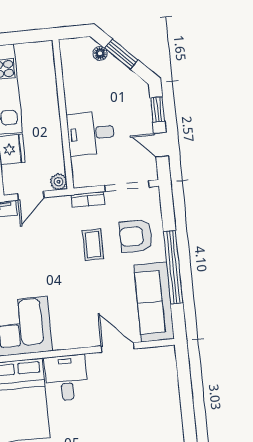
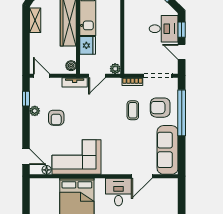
desk: (91, 133) -> (164, 29), moved, turned 180
window: (173, 267) -> (182, 113), moved
door: (118, 347) -> (142, 176), swing flipped
desk: (66, 378) -> (118, 192), moved

